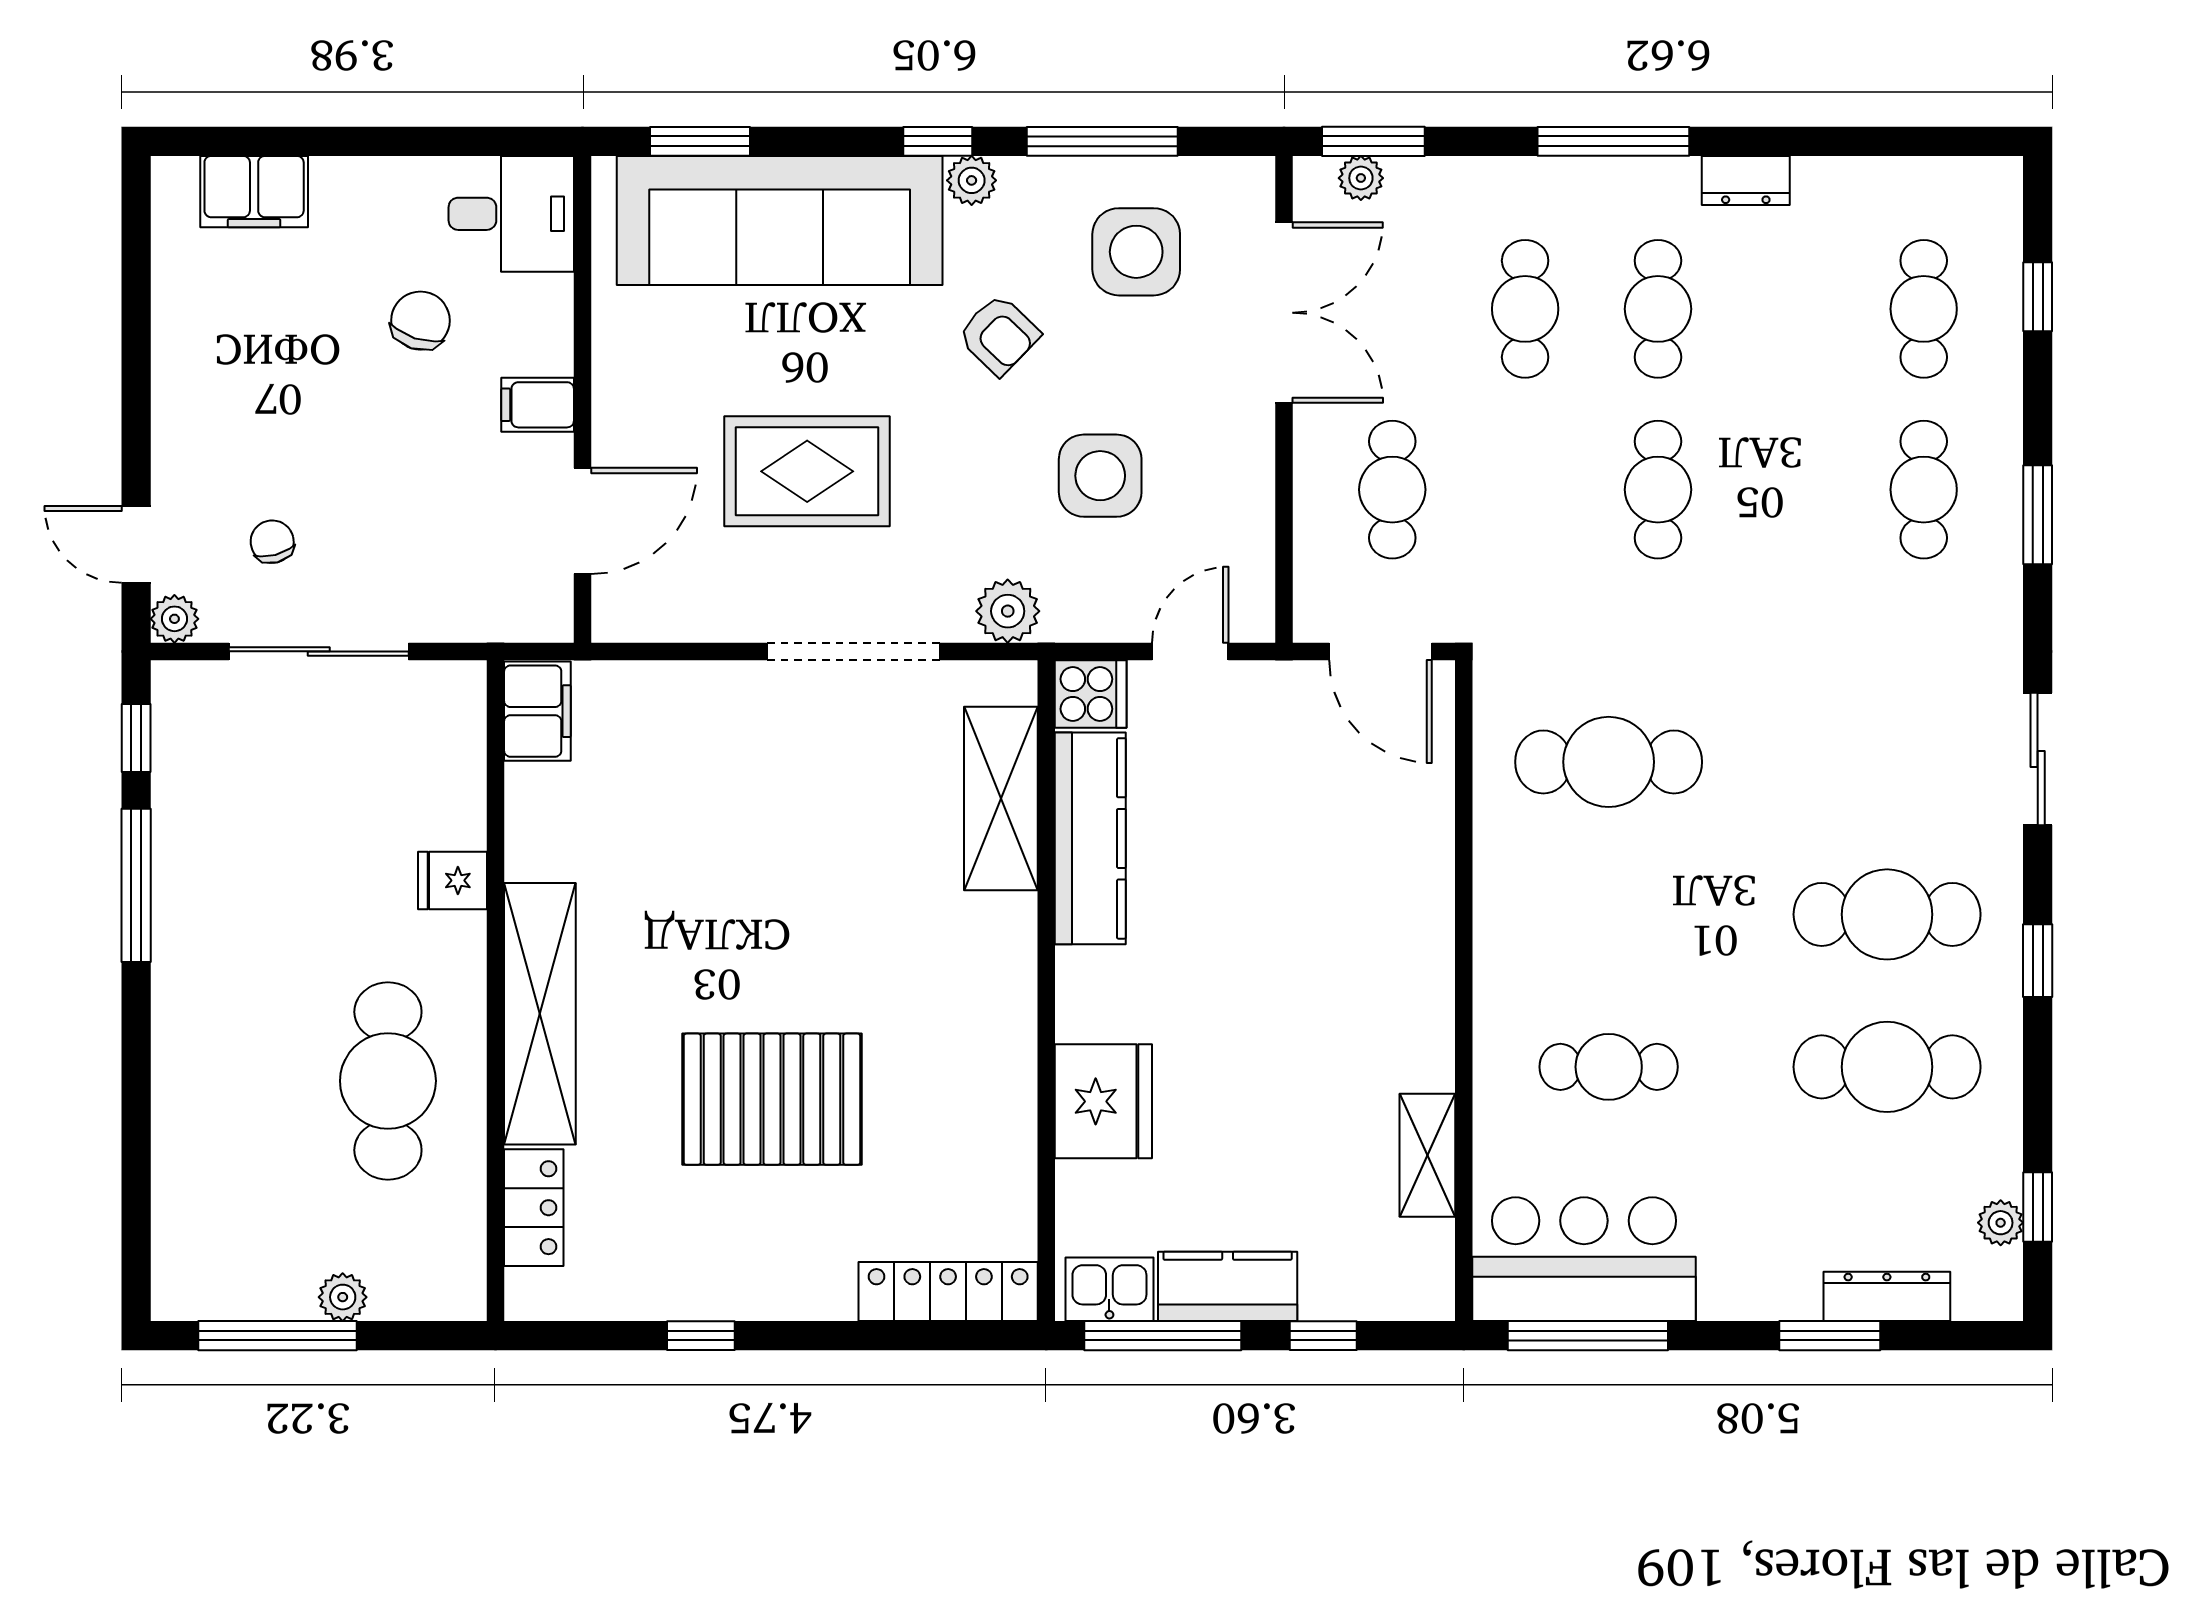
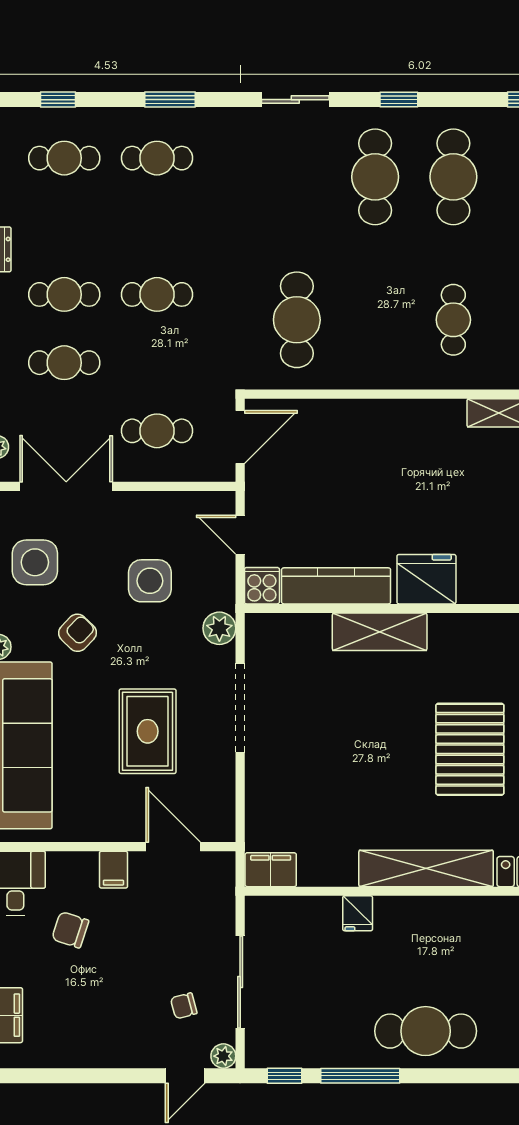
shelving: (1001, 799) -> (380, 632), moved
cafe table: (388, 1081) -> (426, 1031), moved
fridge: (1103, 1101) -> (426, 579), moved

